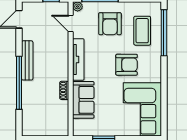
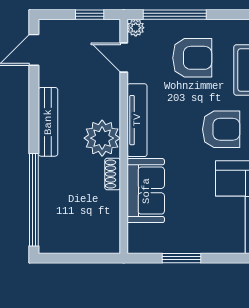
armchair: (110, 24) -> (192, 58), turned -90
plant: (58, 70) -> (102, 138), added
window: (19, 83) -> (34, 200), moved

